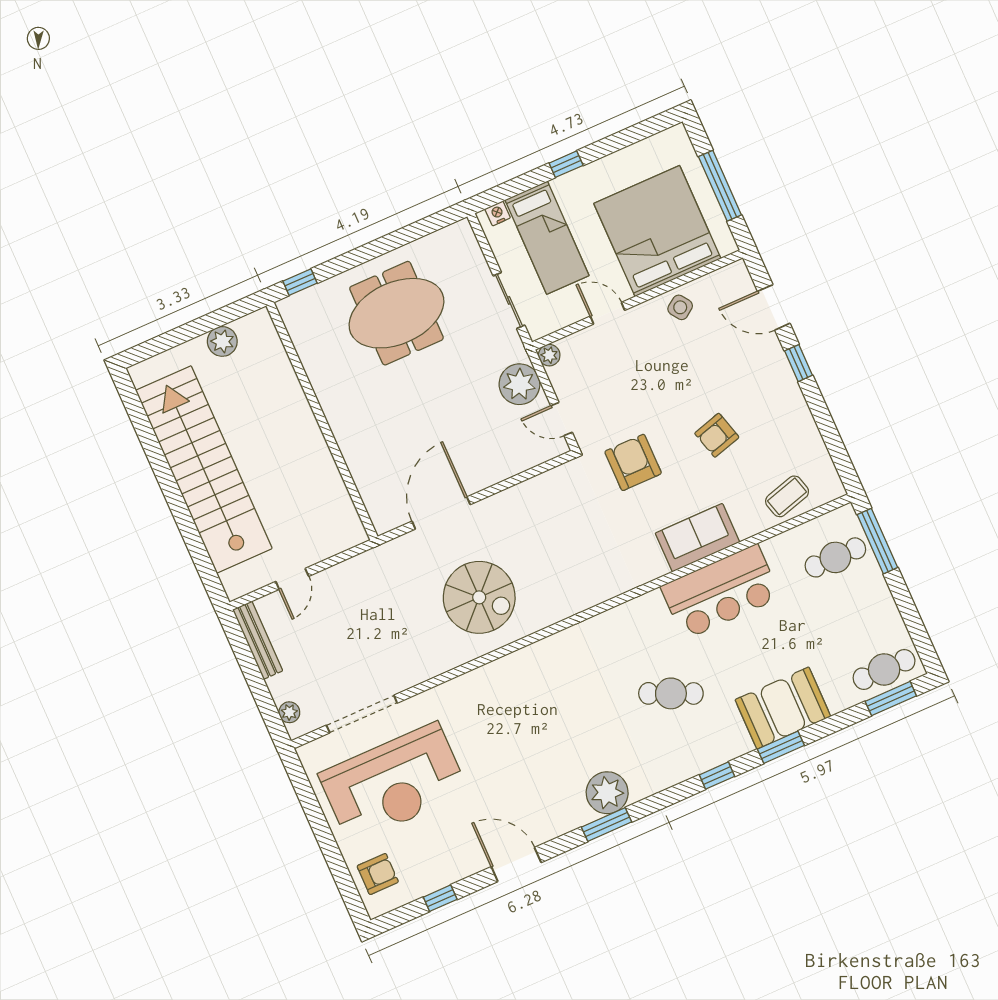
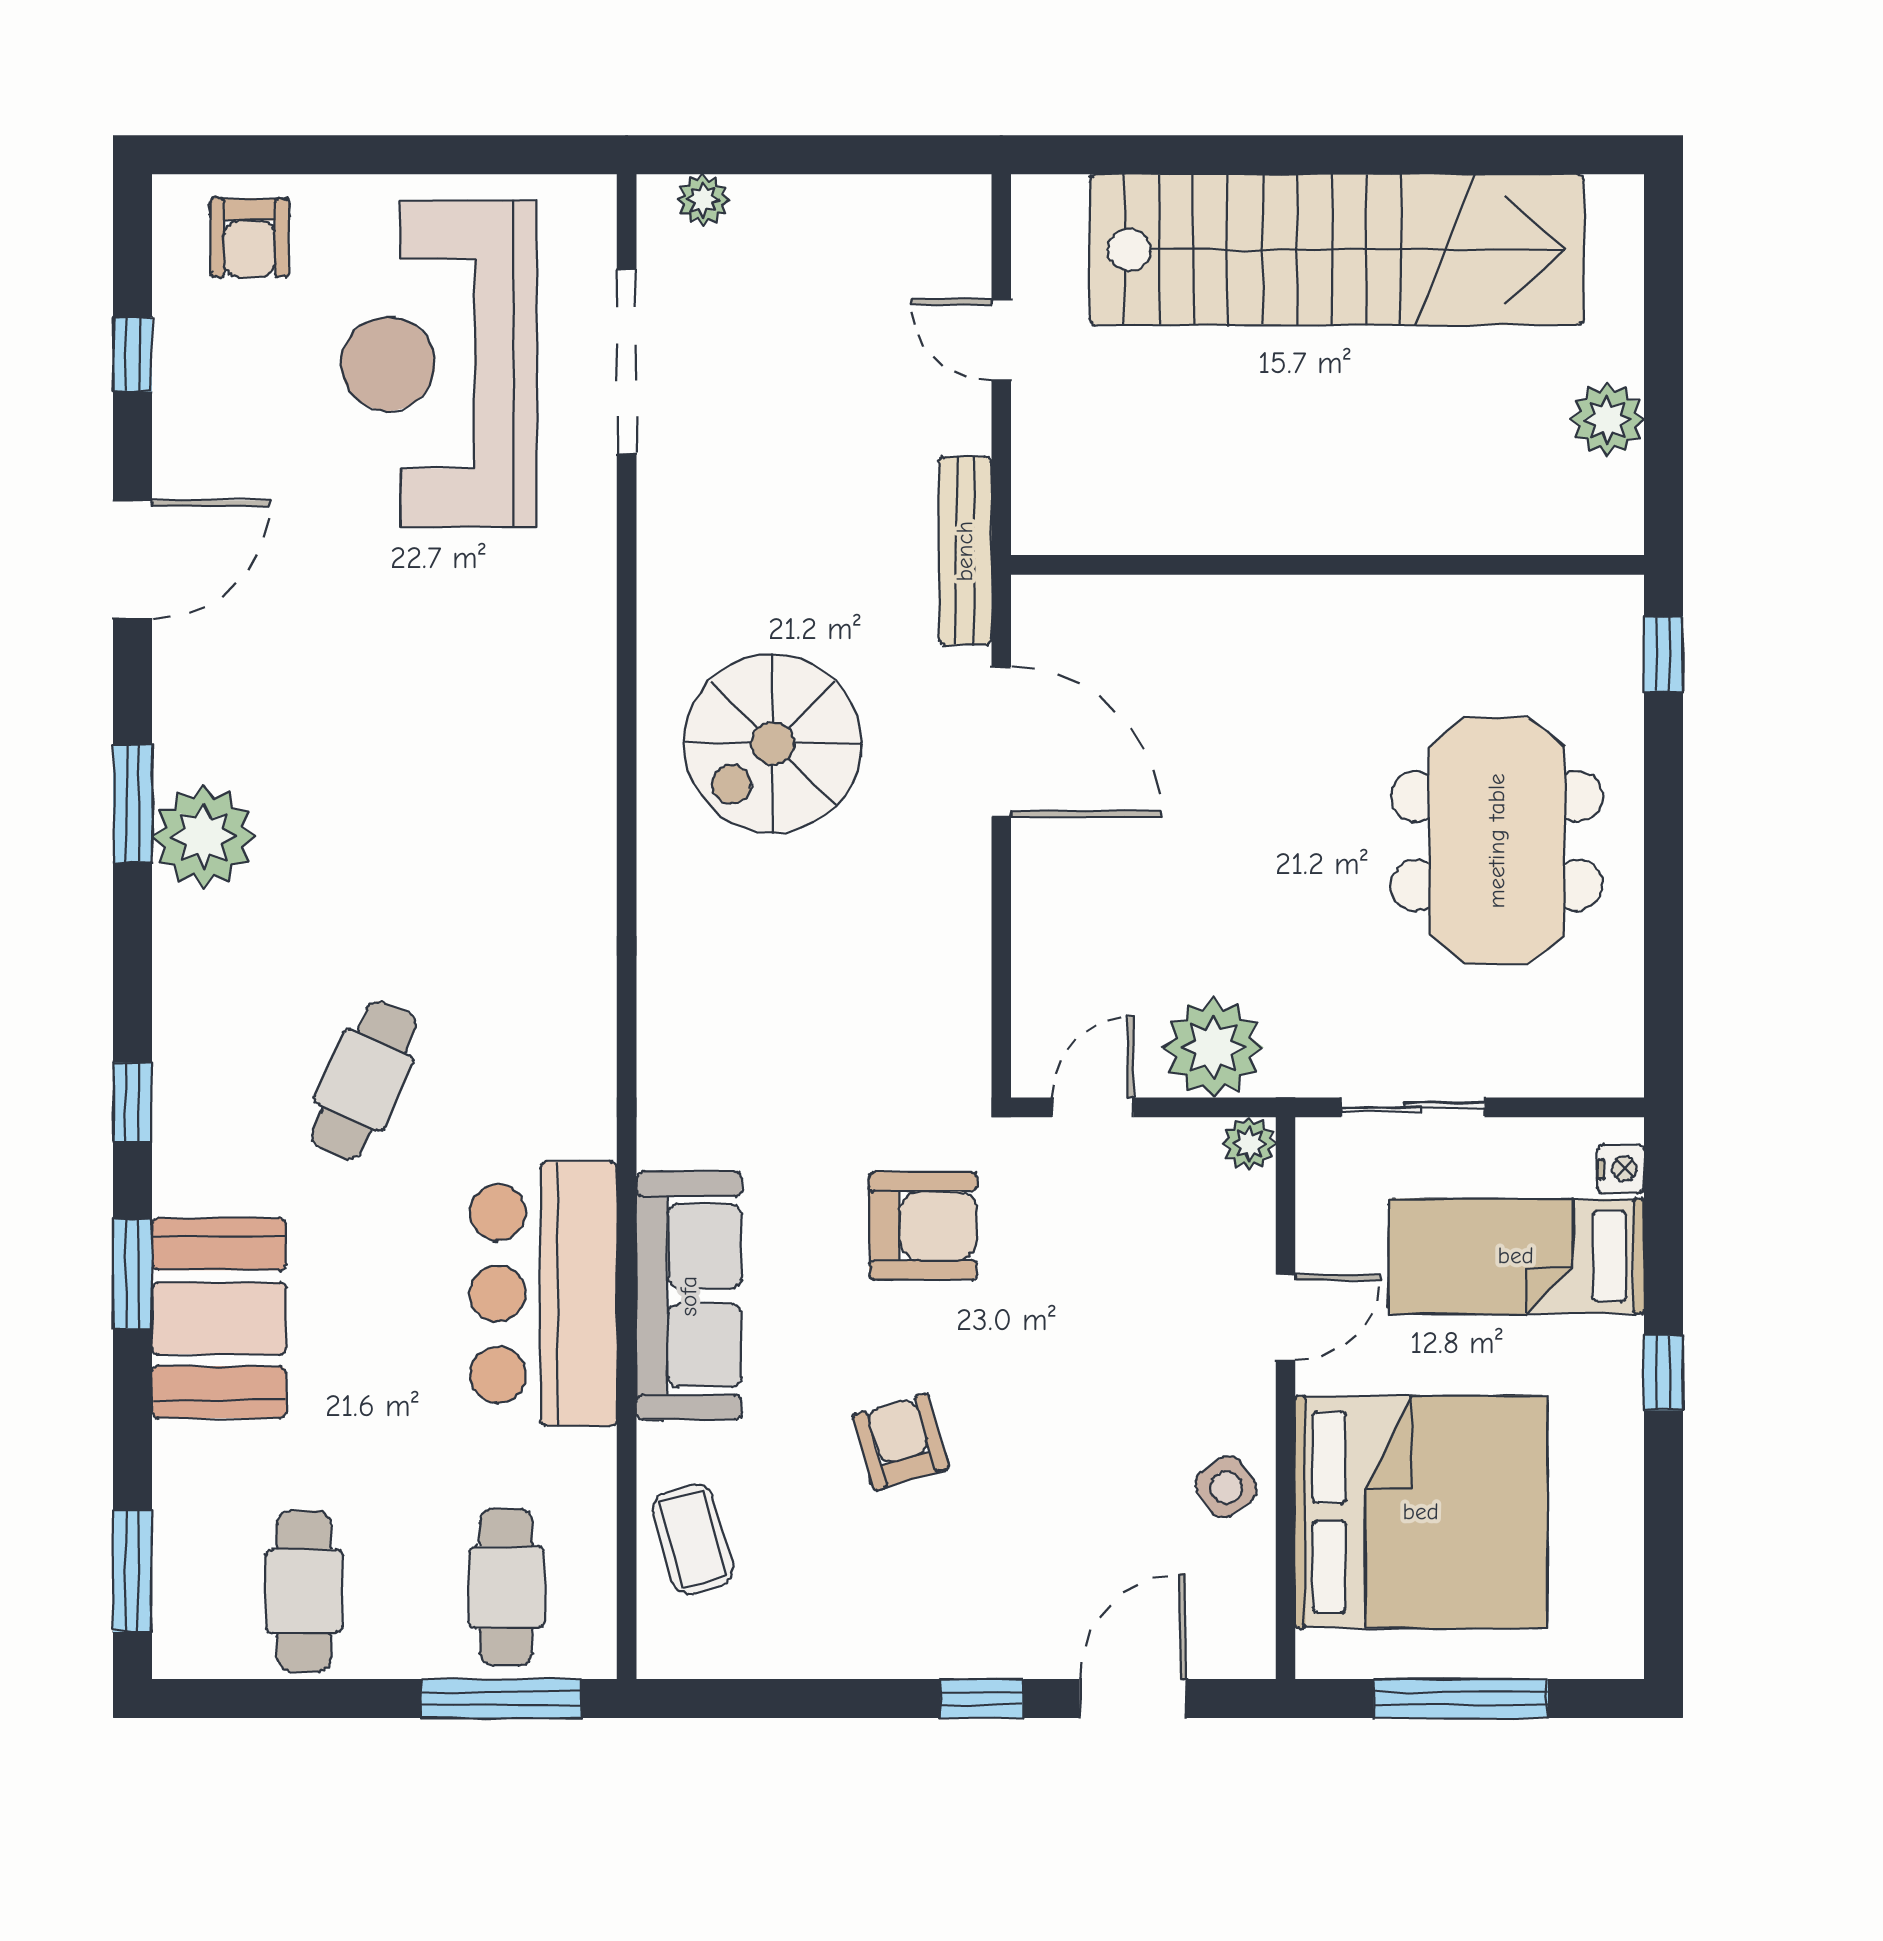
sofa: (697, 538) -> (689, 1296), width x1.36
bench: (258, 640) -> (965, 551), moved, turned 90
cafe table: (884, 669) -> (304, 1591), moved

